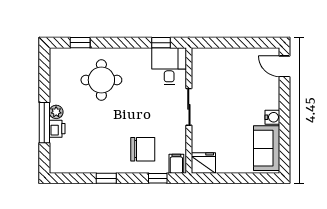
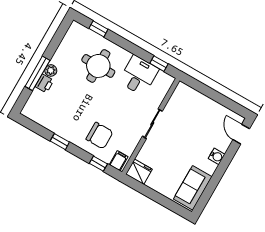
desk: (169, 66) -> (139, 75), moved
water cooler: (272, 117) -> (217, 156), moved

